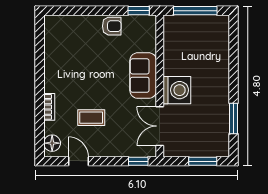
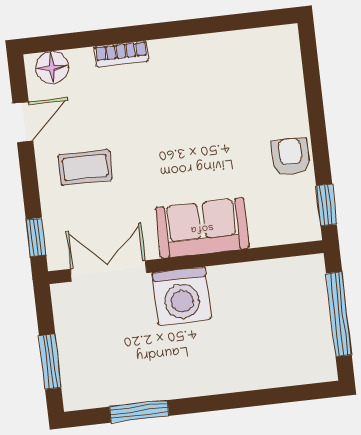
armchair: (112, 26) -> (291, 157), turned 180
coffee table: (91, 118) -> (85, 168), moved, turned 90

